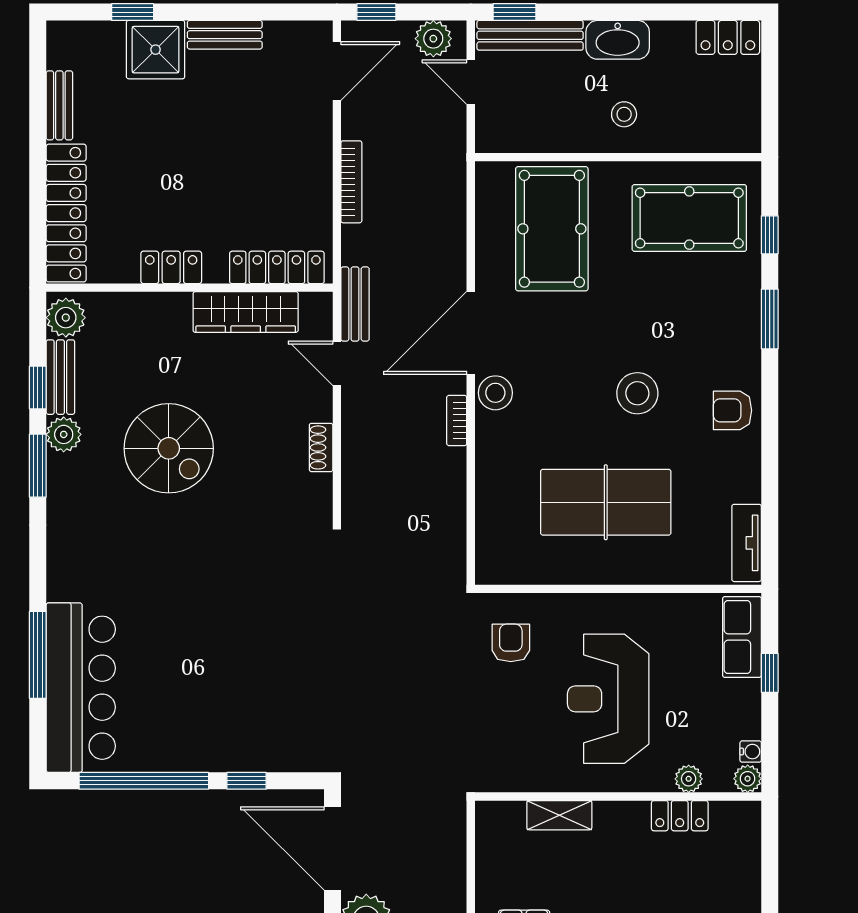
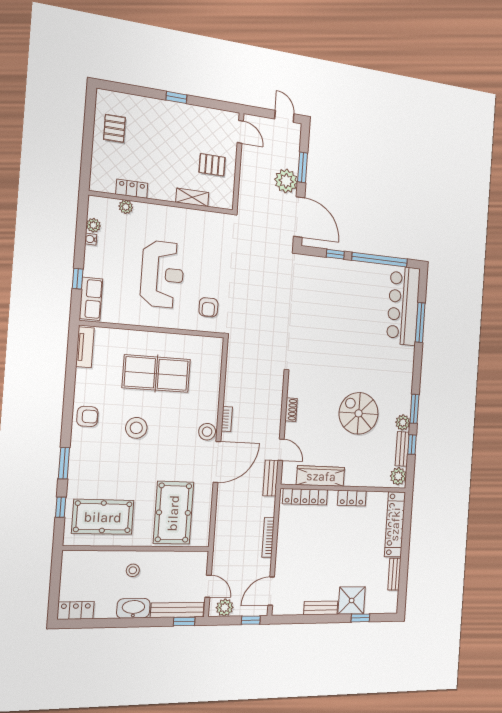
plant: (689, 779) -> (126, 207), moved
wall: (618, 797) -> (162, 203), moved
shelving: (559, 815) -> (192, 197), moved
locker: (680, 816) -> (132, 189), moved

